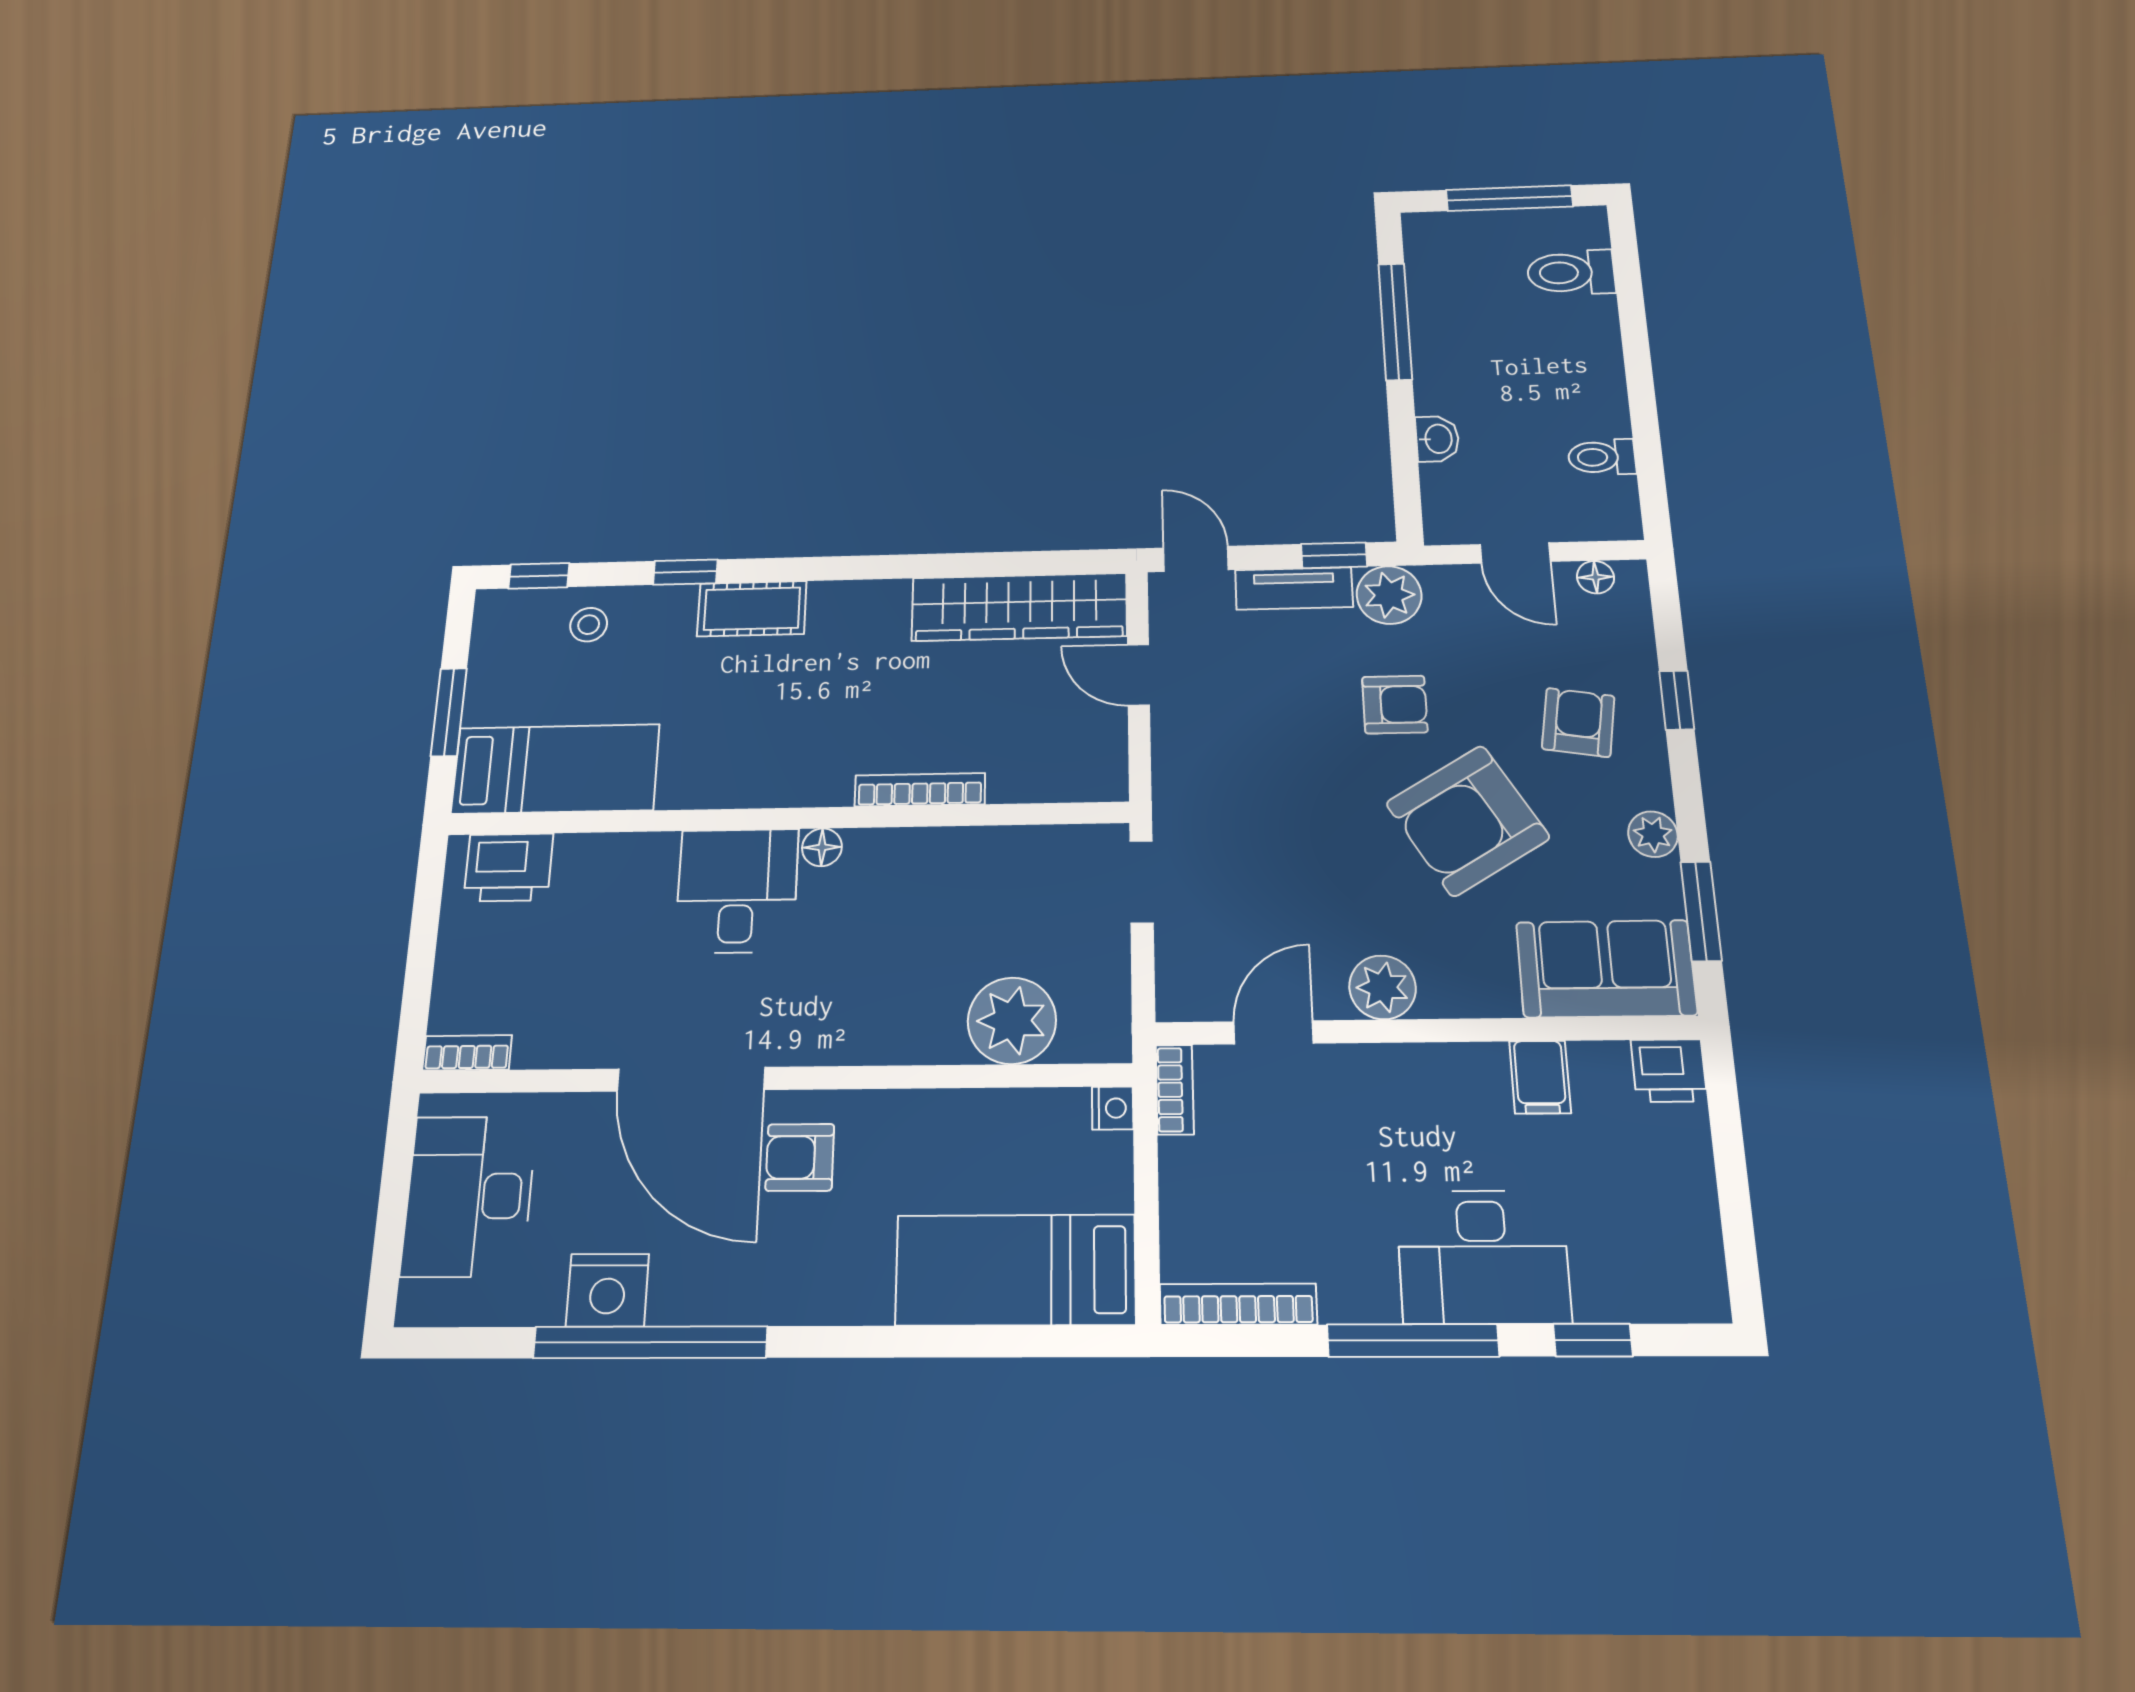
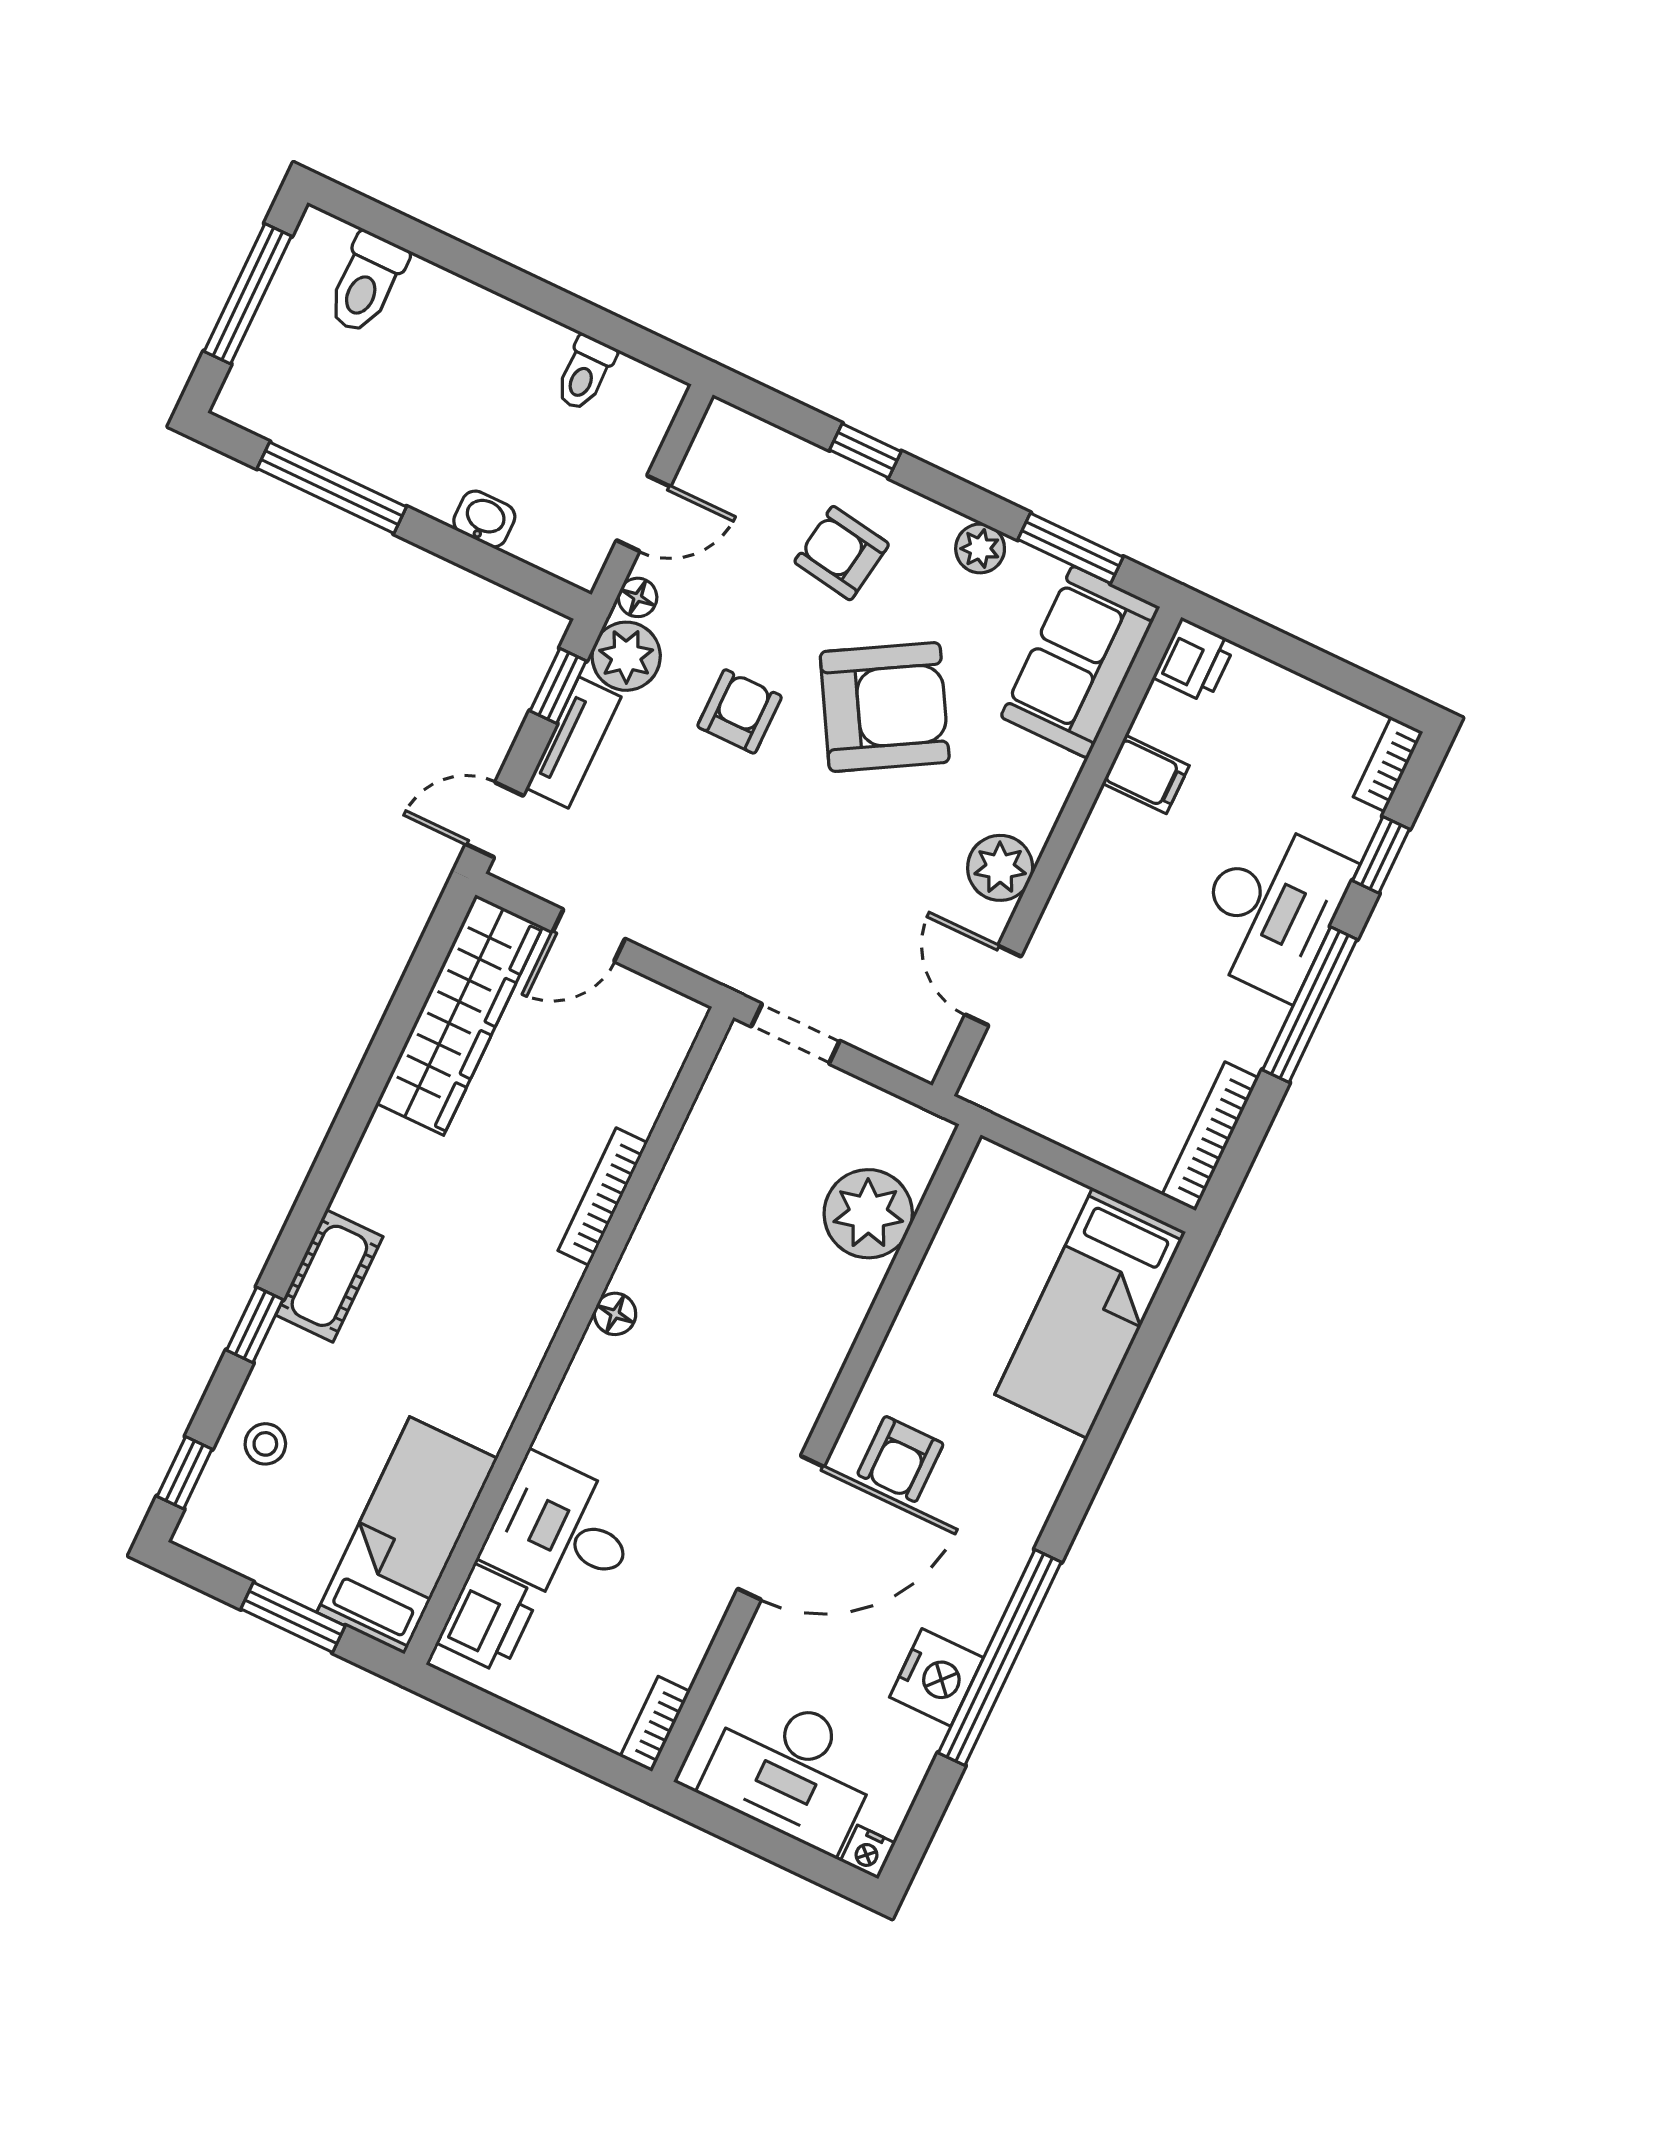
floor lamp: (1595, 577) -> (638, 597), moved
armchair: (1468, 820) -> (885, 707), turned -89
desk: (737, 891) -> (562, 1532), moved
bookcase: (1175, 1090) -> (1388, 764), moved, turned -90
nightstand: (1113, 1108) -> (868, 1852), moved, turned 180

